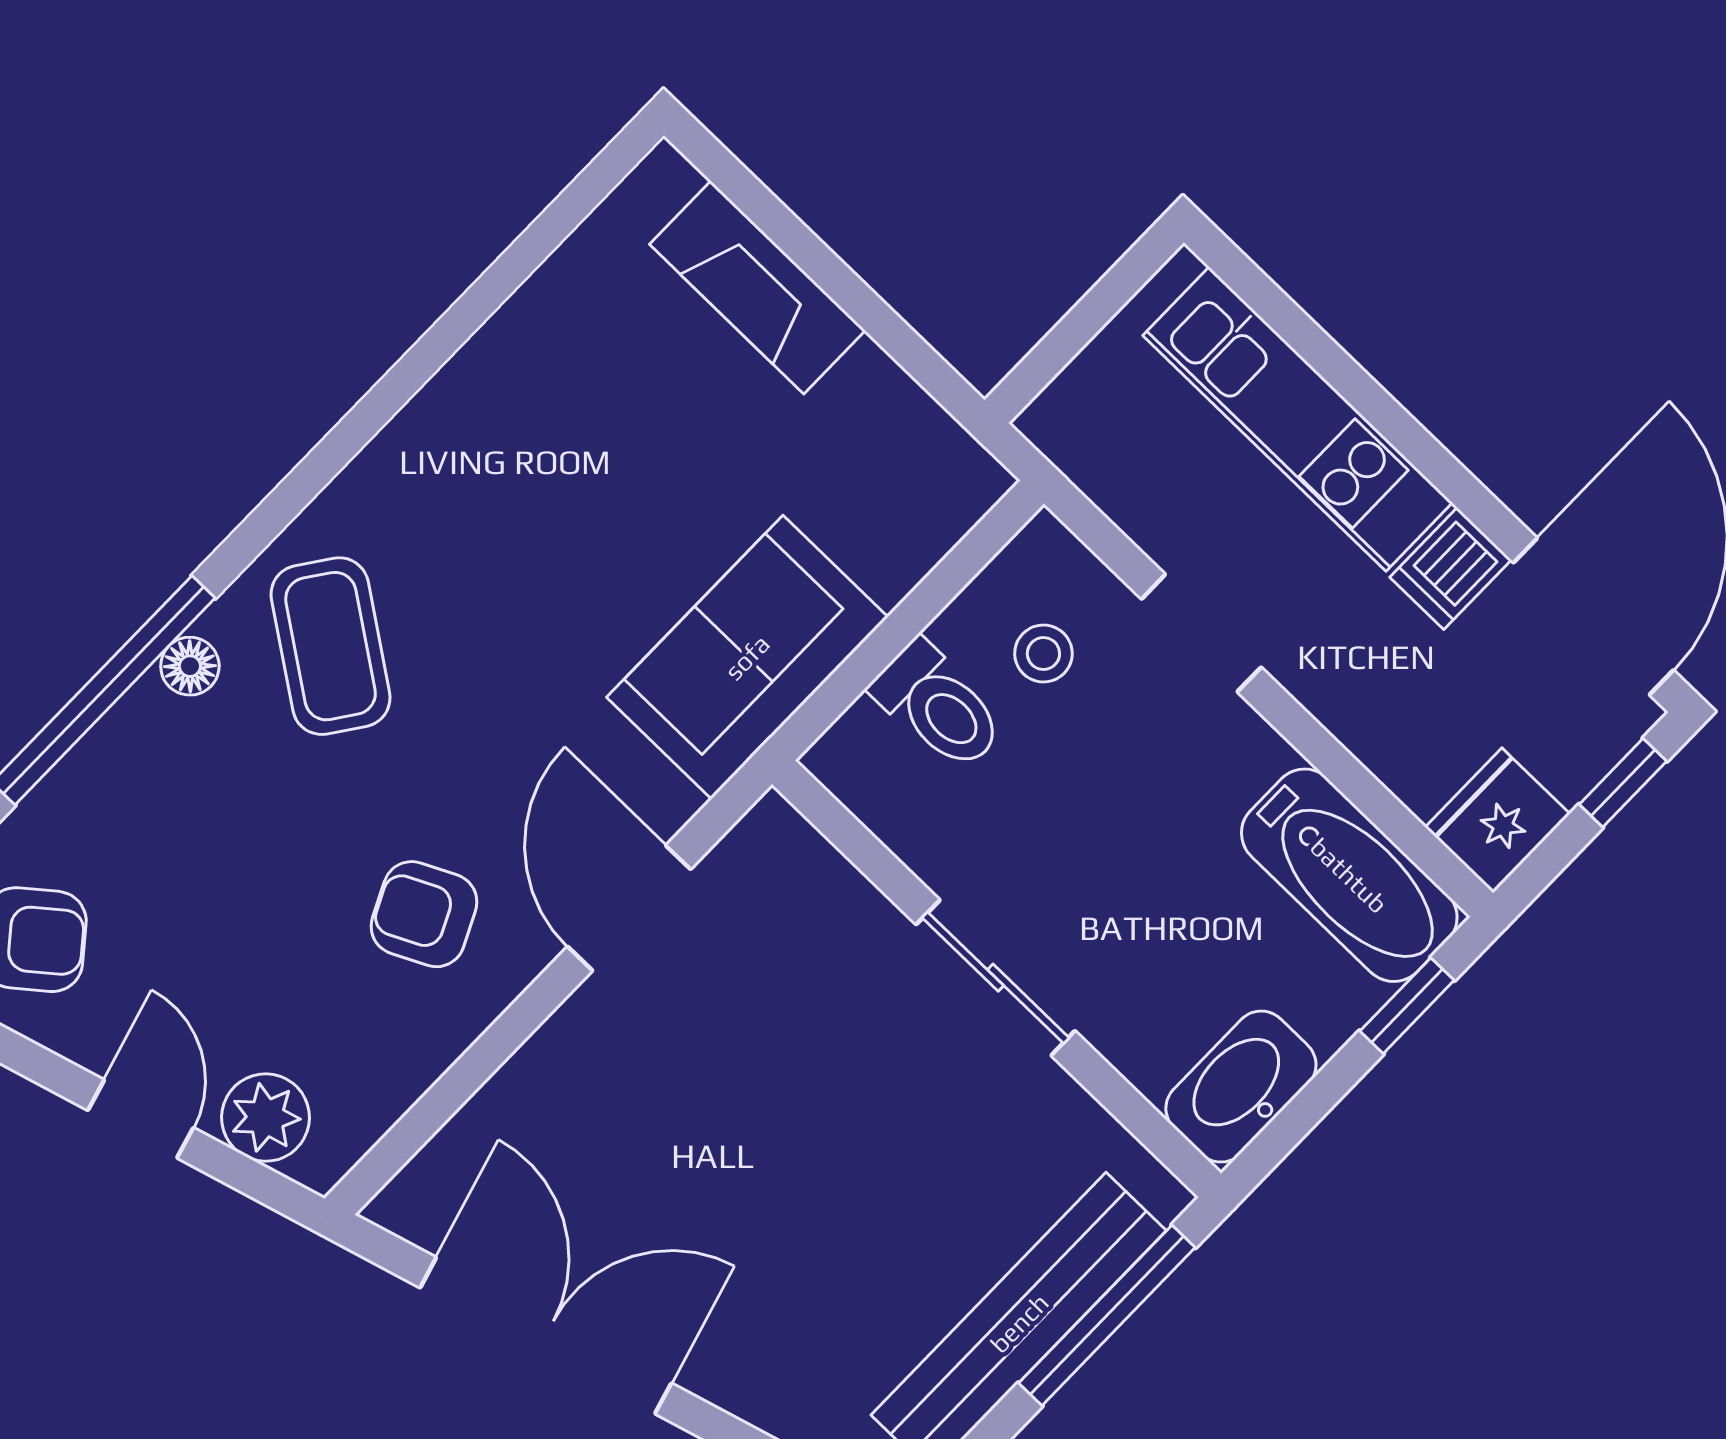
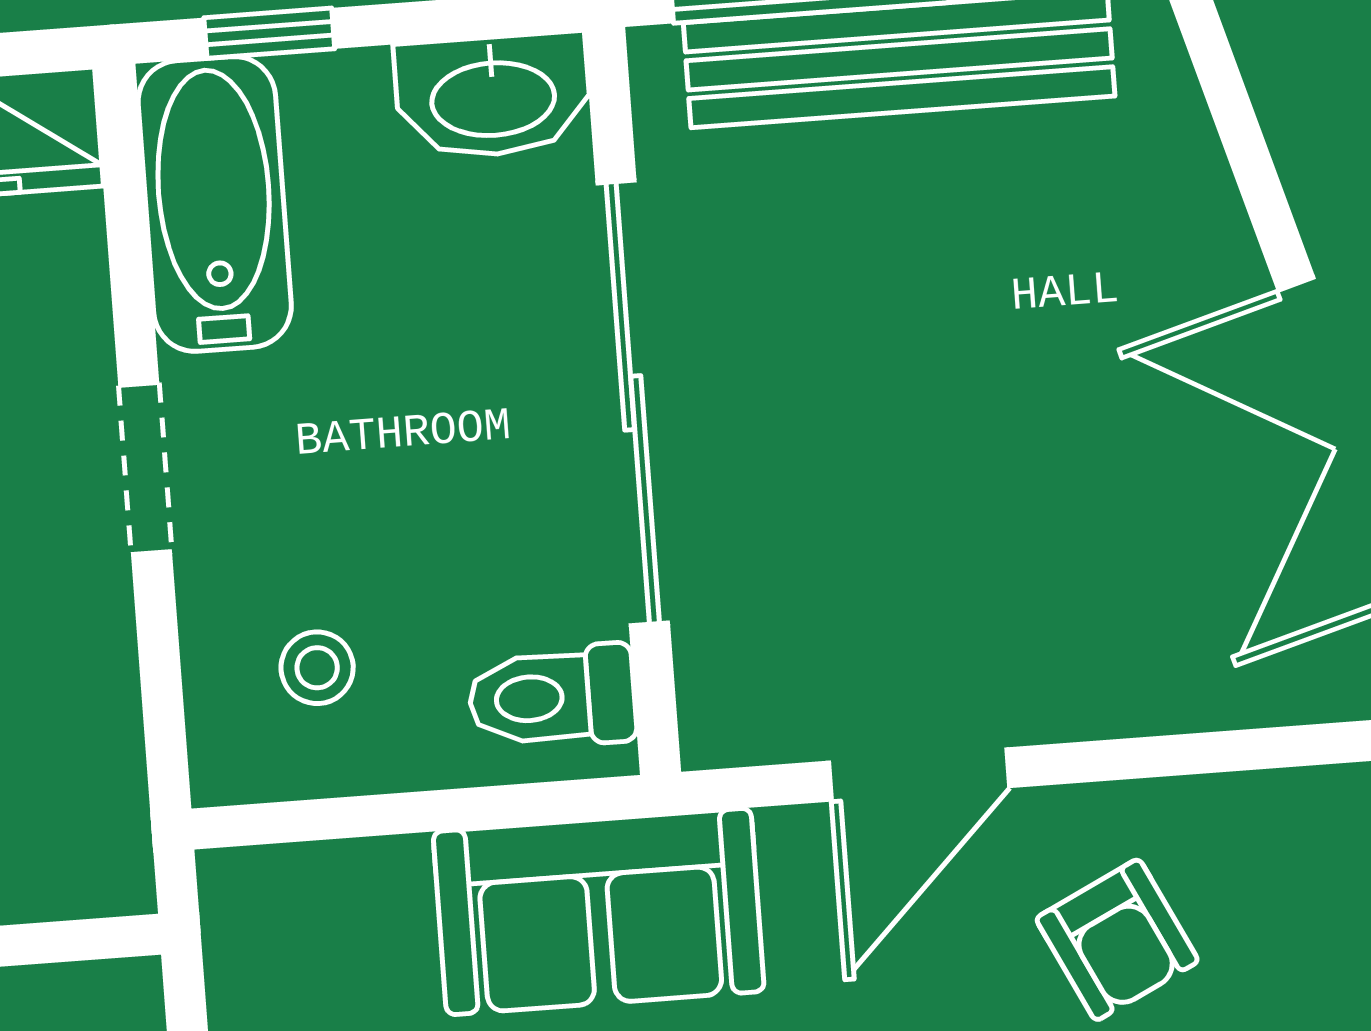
doorway: (1201, 633) -> (145, 469), moved
toilet: (938, 706) -> (552, 697), moved, turned -90
sliding door: (996, 978) -> (633, 403), width x1.86

